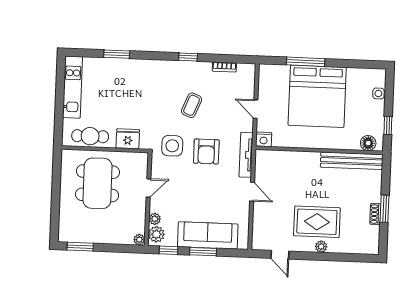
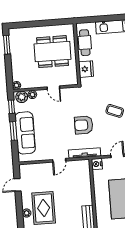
side table: (172, 146) -> (85, 101), removed

